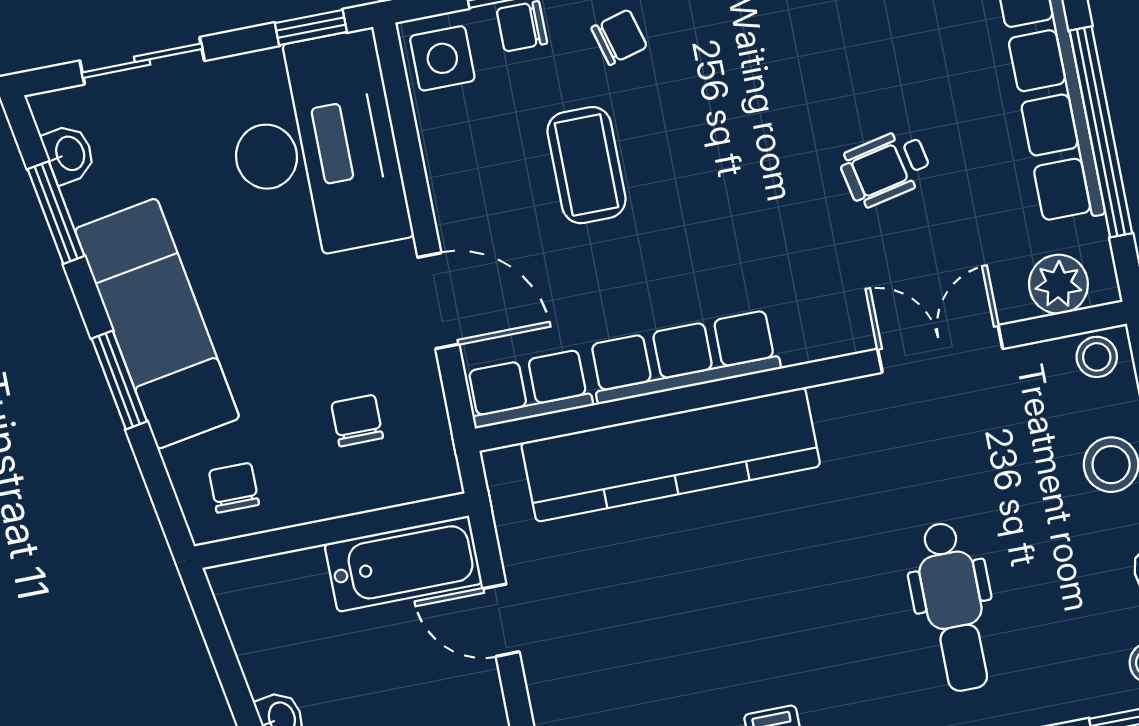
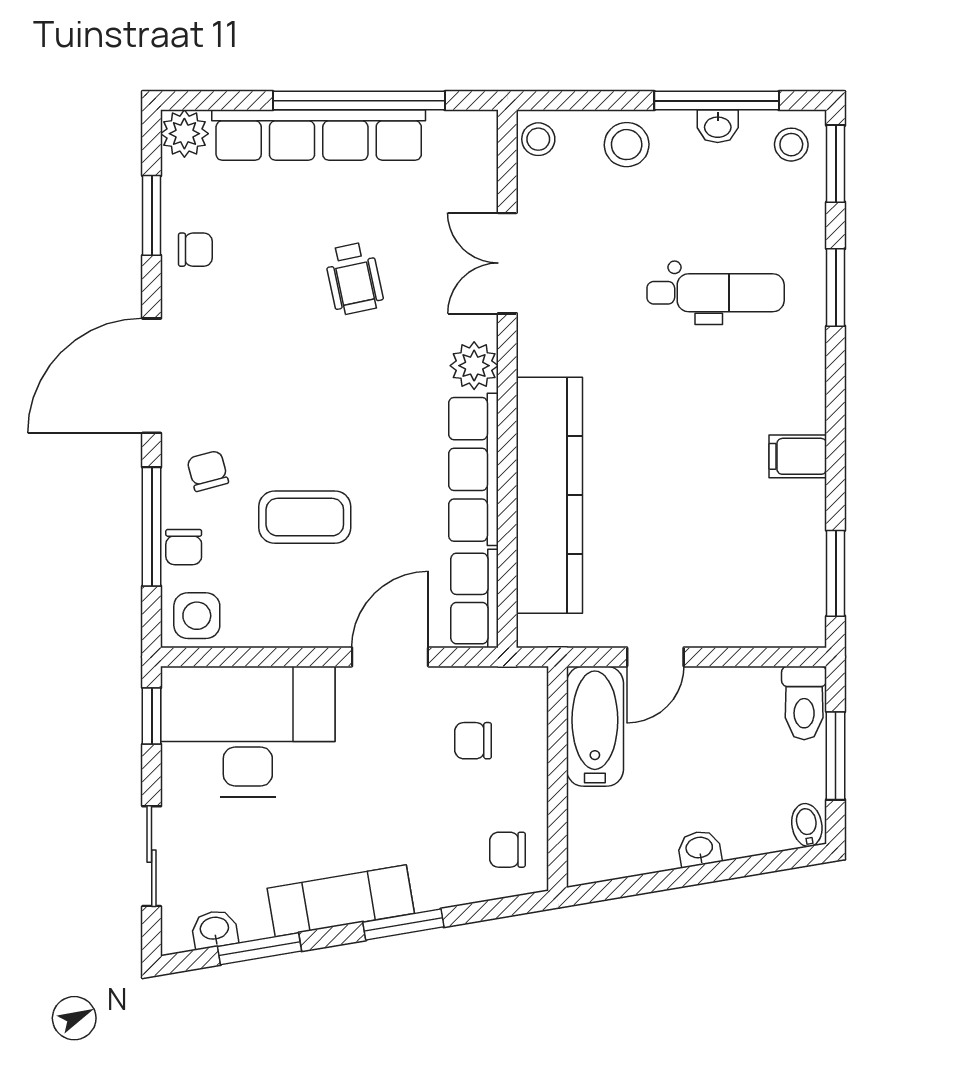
plant: (1058, 284) -> (474, 366), moved
exam couch: (157, 324) -> (341, 901), width x0.73, depth x0.69

